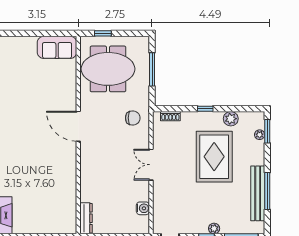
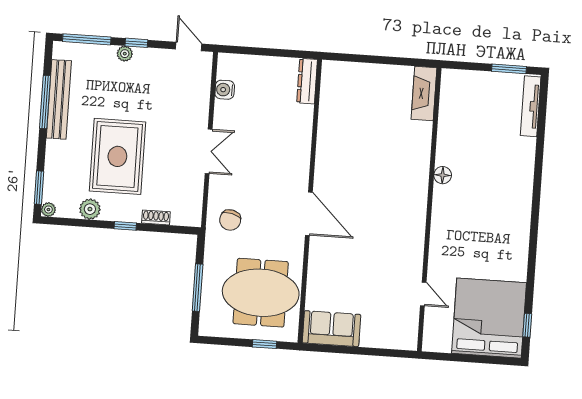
shoe rack: (170, 116) -> (156, 217), moved
chair: (133, 118) -> (230, 220), turned -77
plant: (260, 135) -> (48, 210), moved

